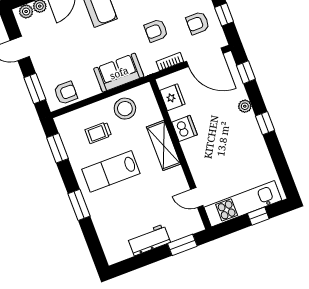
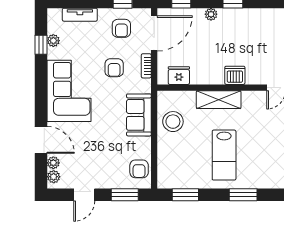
armchair: (66, 93) -> (139, 169), turned 180
dishwasher: (184, 128) -> (235, 75), moved
trolley: (98, 133) -> (185, 153), removed

